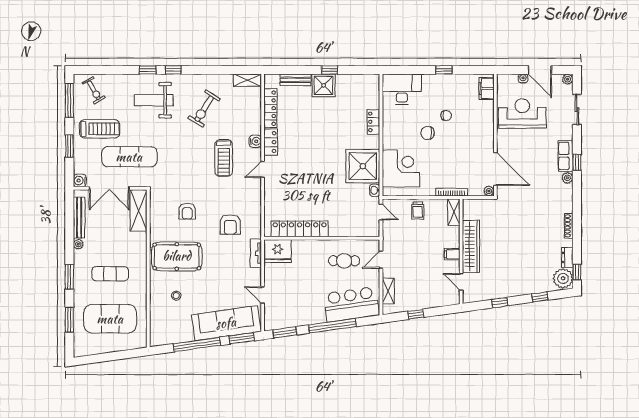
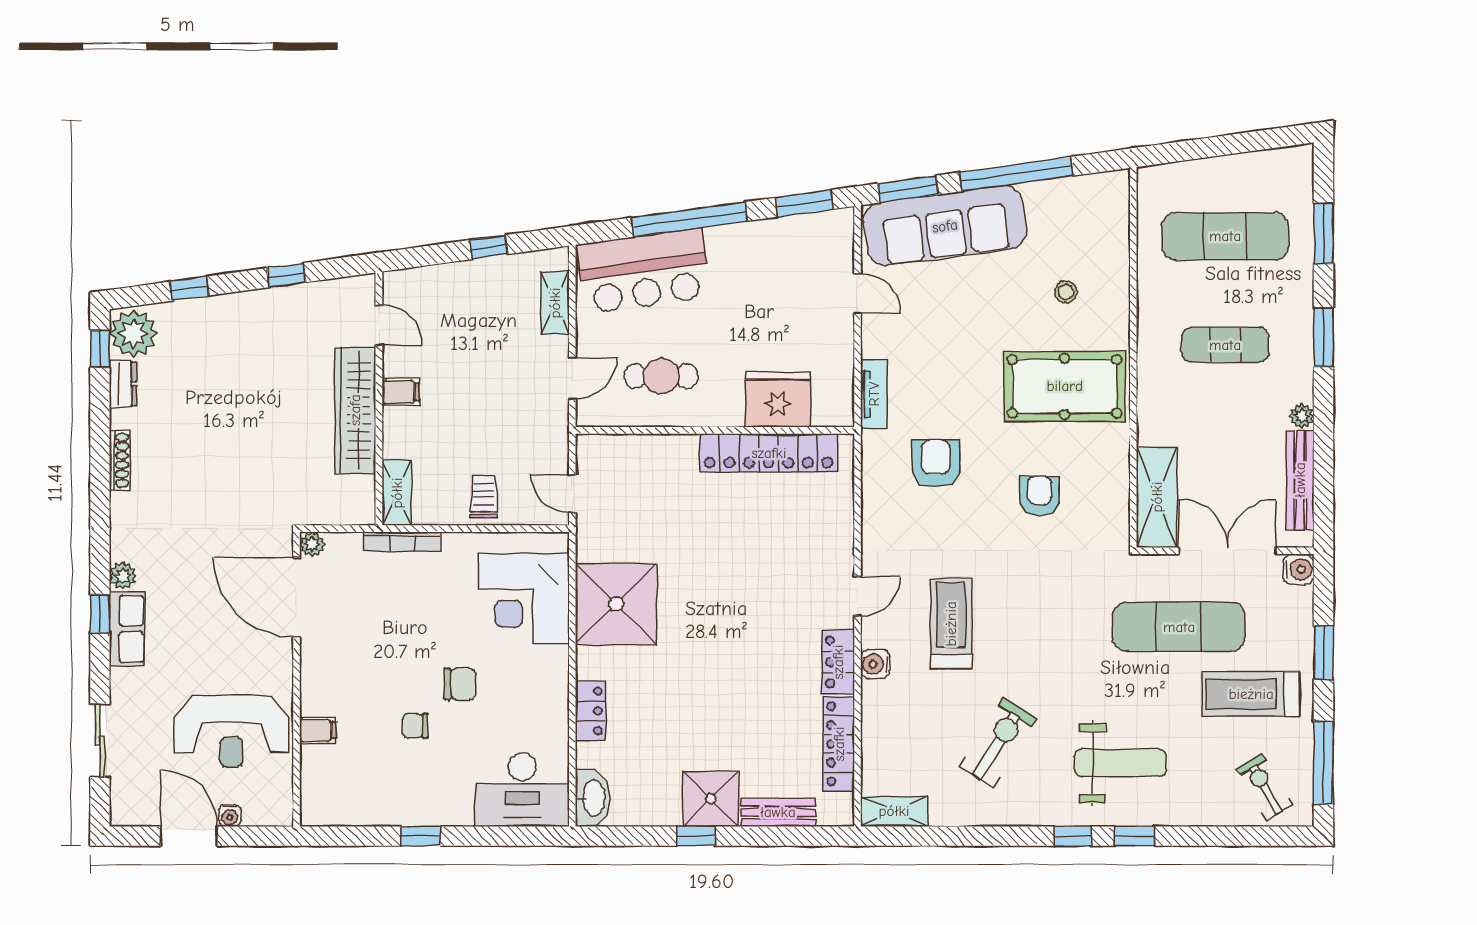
plant: (568, 79) -> (122, 814), removed
filing cabinet: (487, 88) -> (318, 730), moved, width x0.50
washbasin: (375, 190) -> (593, 798), moved, width x1.91, depth x1.45
fridge: (278, 251) -> (778, 399), moved
exercise mat: (110, 319) -> (1225, 236), width x0.68

